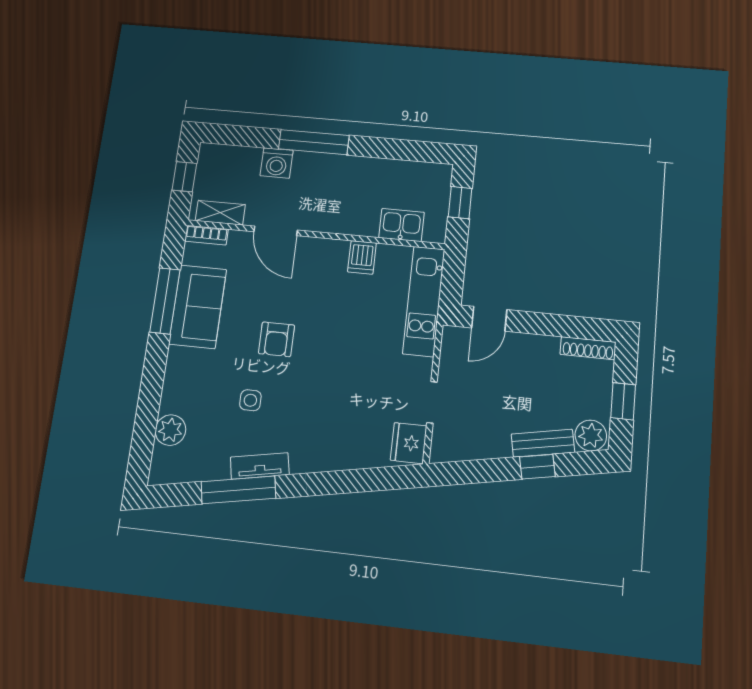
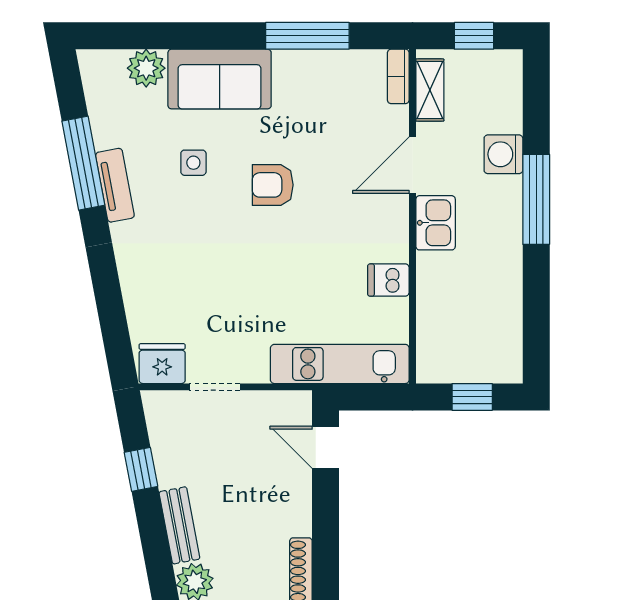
kitchen sink: (402, 225) -> (436, 223), moved
sofa: (198, 307) -> (220, 79), moved
window: (537, 467) -> (141, 469), moved

